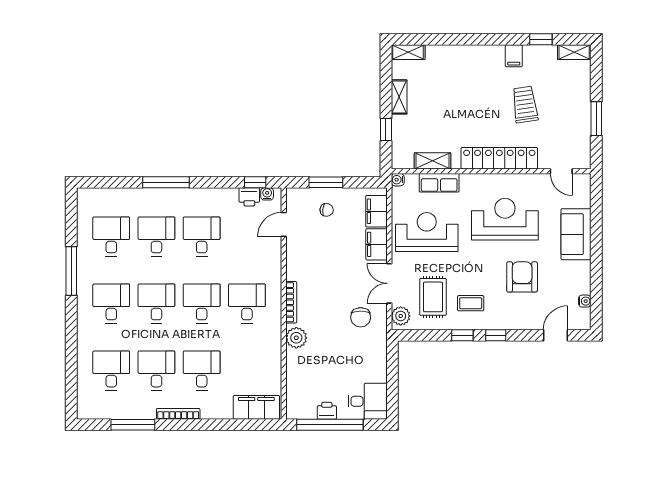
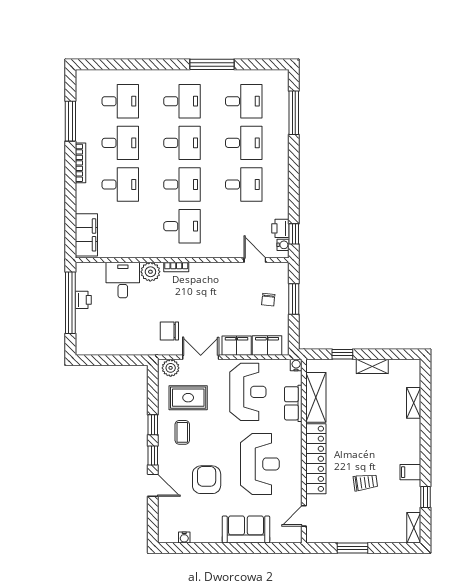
shelving: (408, 52) -> (414, 403), moved
trolley: (525, 105) -> (365, 482), width x0.73, depth x0.72
shelving: (433, 161) -> (316, 397), width x1.50, depth x1.33
window: (166, 182) -> (294, 113), moved
armchair: (522, 277) -> (207, 480), turned -90
bookcase: (291, 302) -> (176, 267), width x0.64
door: (555, 335) -> (153, 485), moved
desk: (368, 401) -> (123, 280), moved, turned 180

